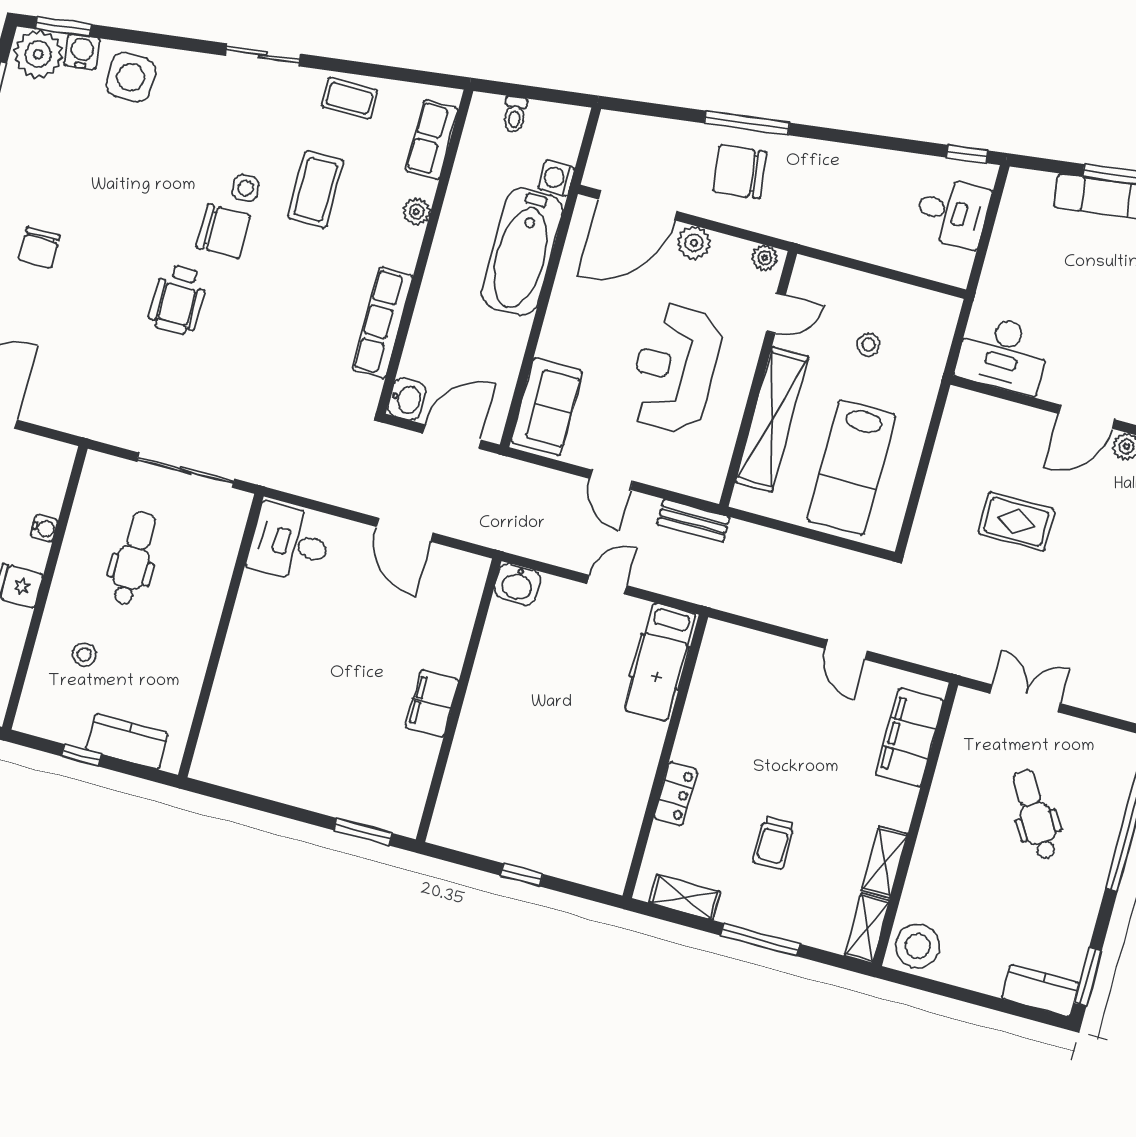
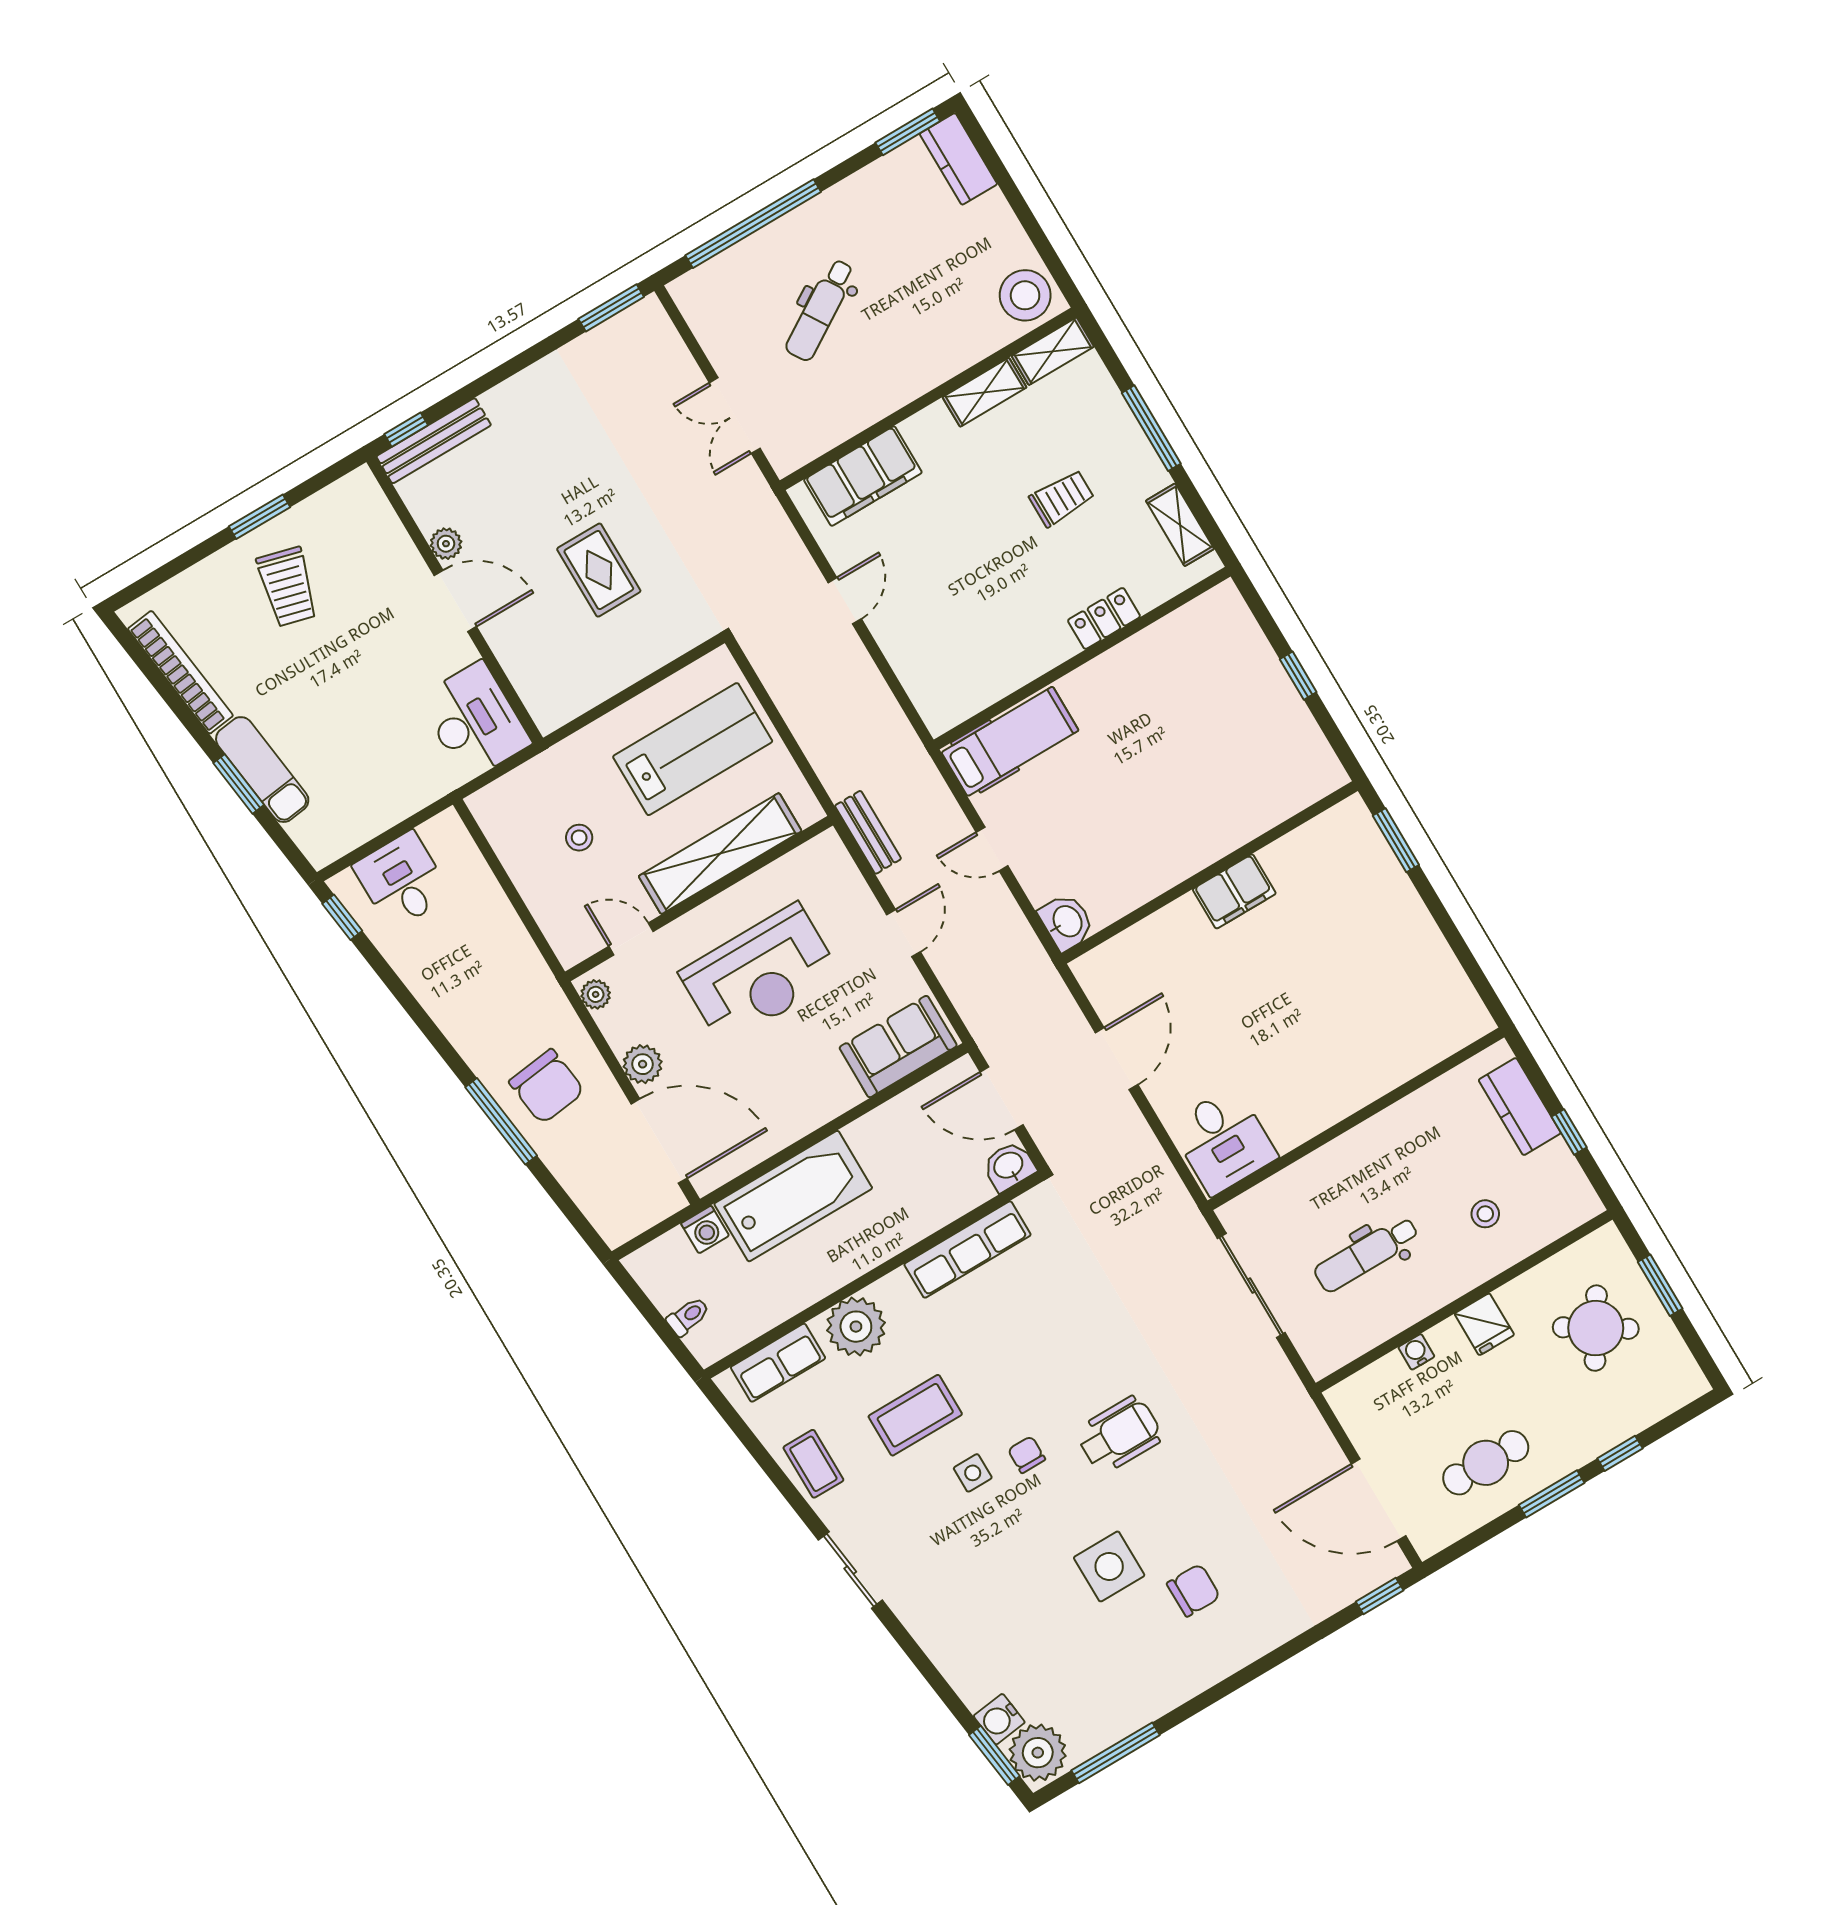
side table: (131, 77) -> (1109, 1566), moved
plant: (417, 212) -> (856, 1327), width x1.88, depth x1.88
chair: (223, 232) -> (1027, 1455), width x0.54, depth x0.54

